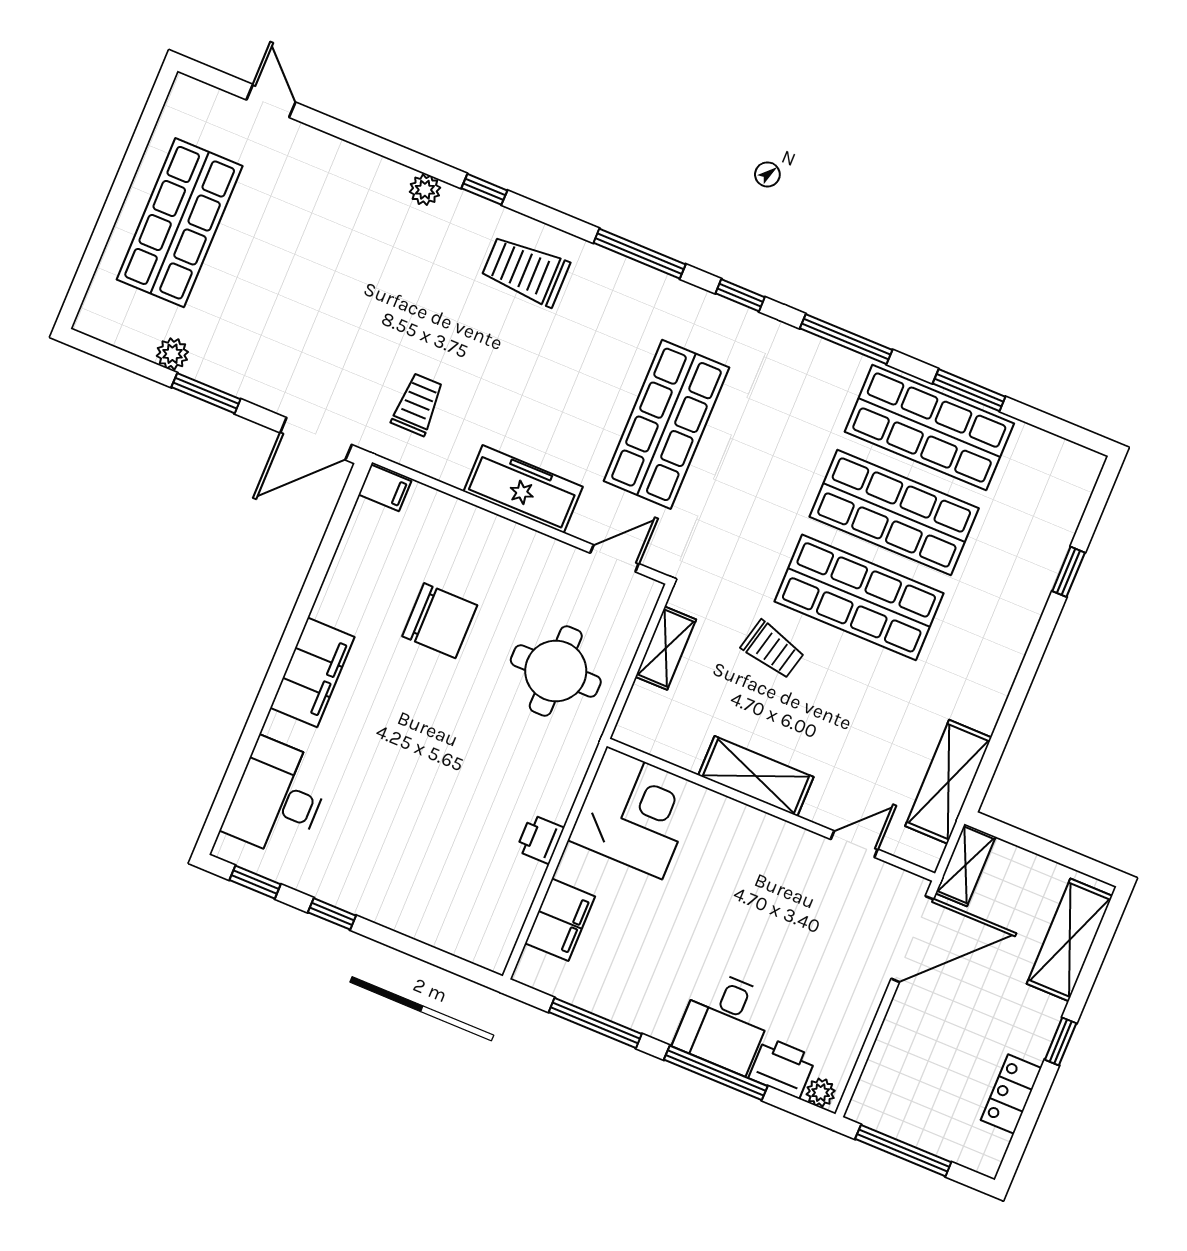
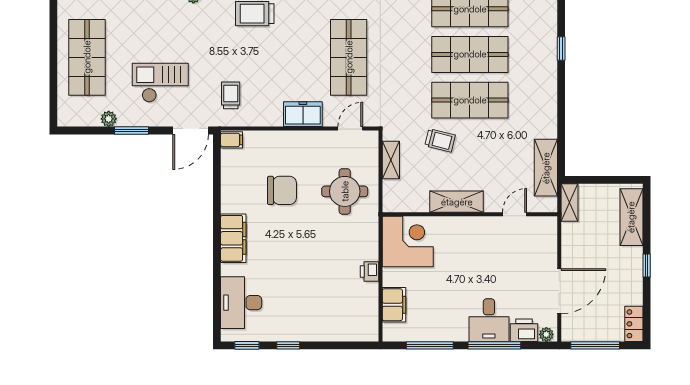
checkout: (296, 326) -> (160, 83), added
freezer: (523, 489) -> (303, 114), width x0.71
door: (912, 939) -> (559, 291), moved
locker: (1011, 1094) -> (634, 324), moved

